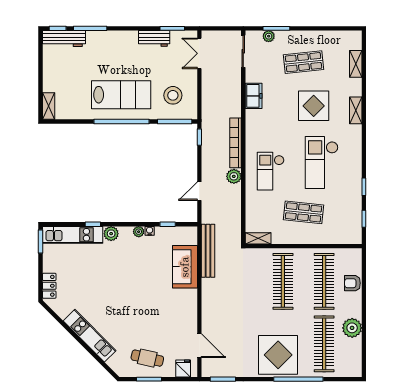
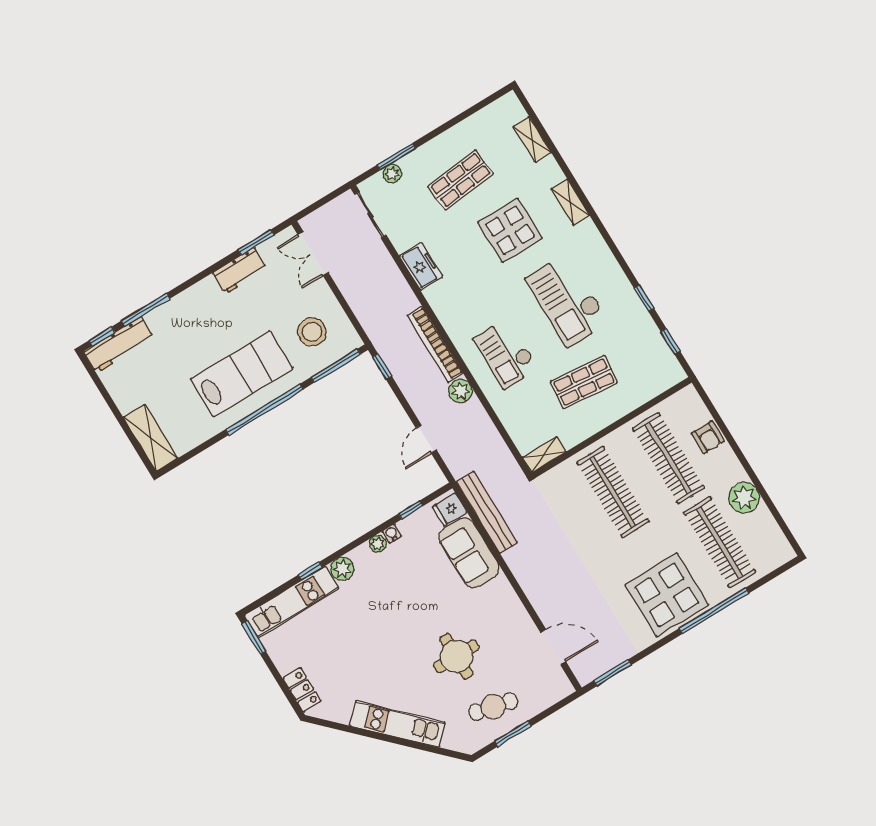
shelving: (49, 106) -> (151, 438), width x1.50, depth x1.33
armchair: (352, 283) -> (708, 437), turned -90
round table: (144, 319) -> (456, 656), added
fridge: (183, 368) -> (450, 510), moved, turned -90

